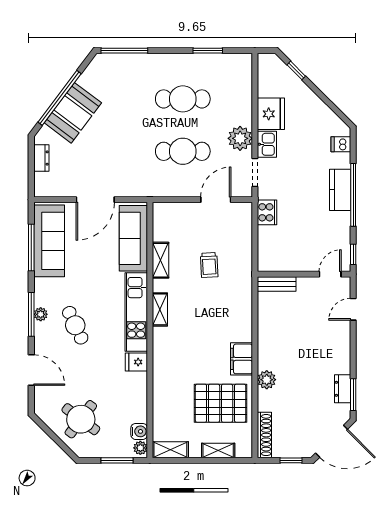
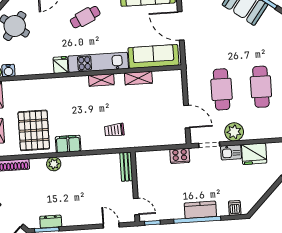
trolley: (209, 265) -> (114, 130), moved

